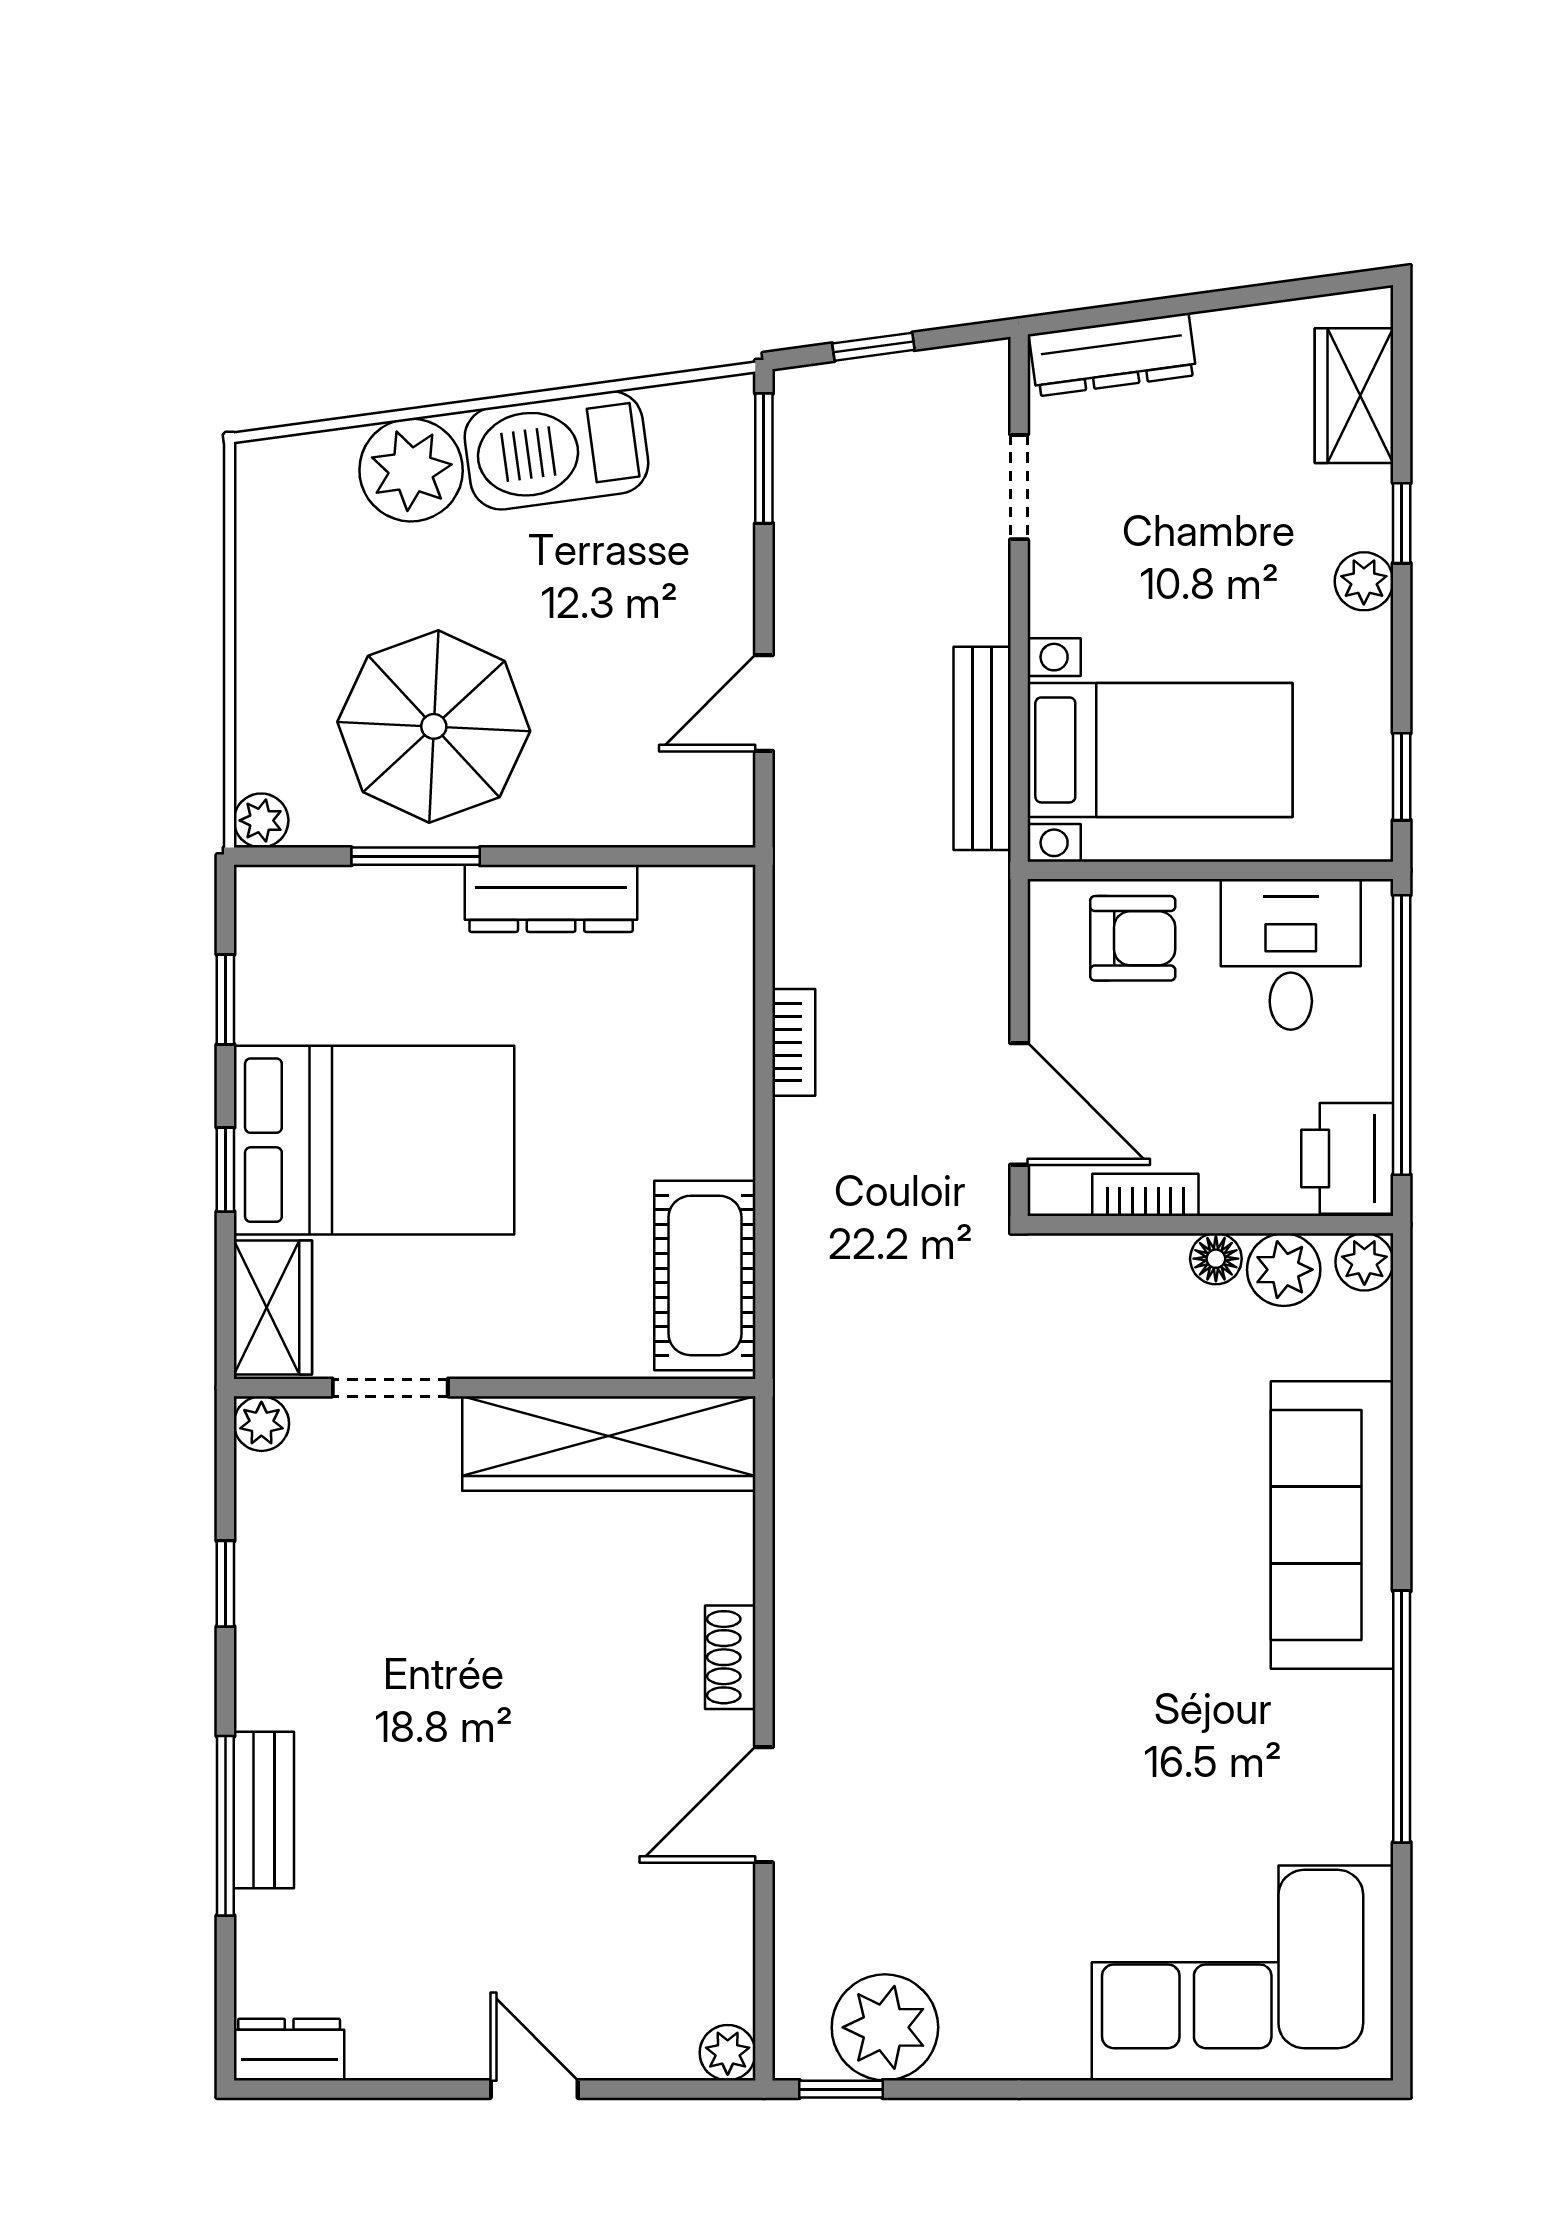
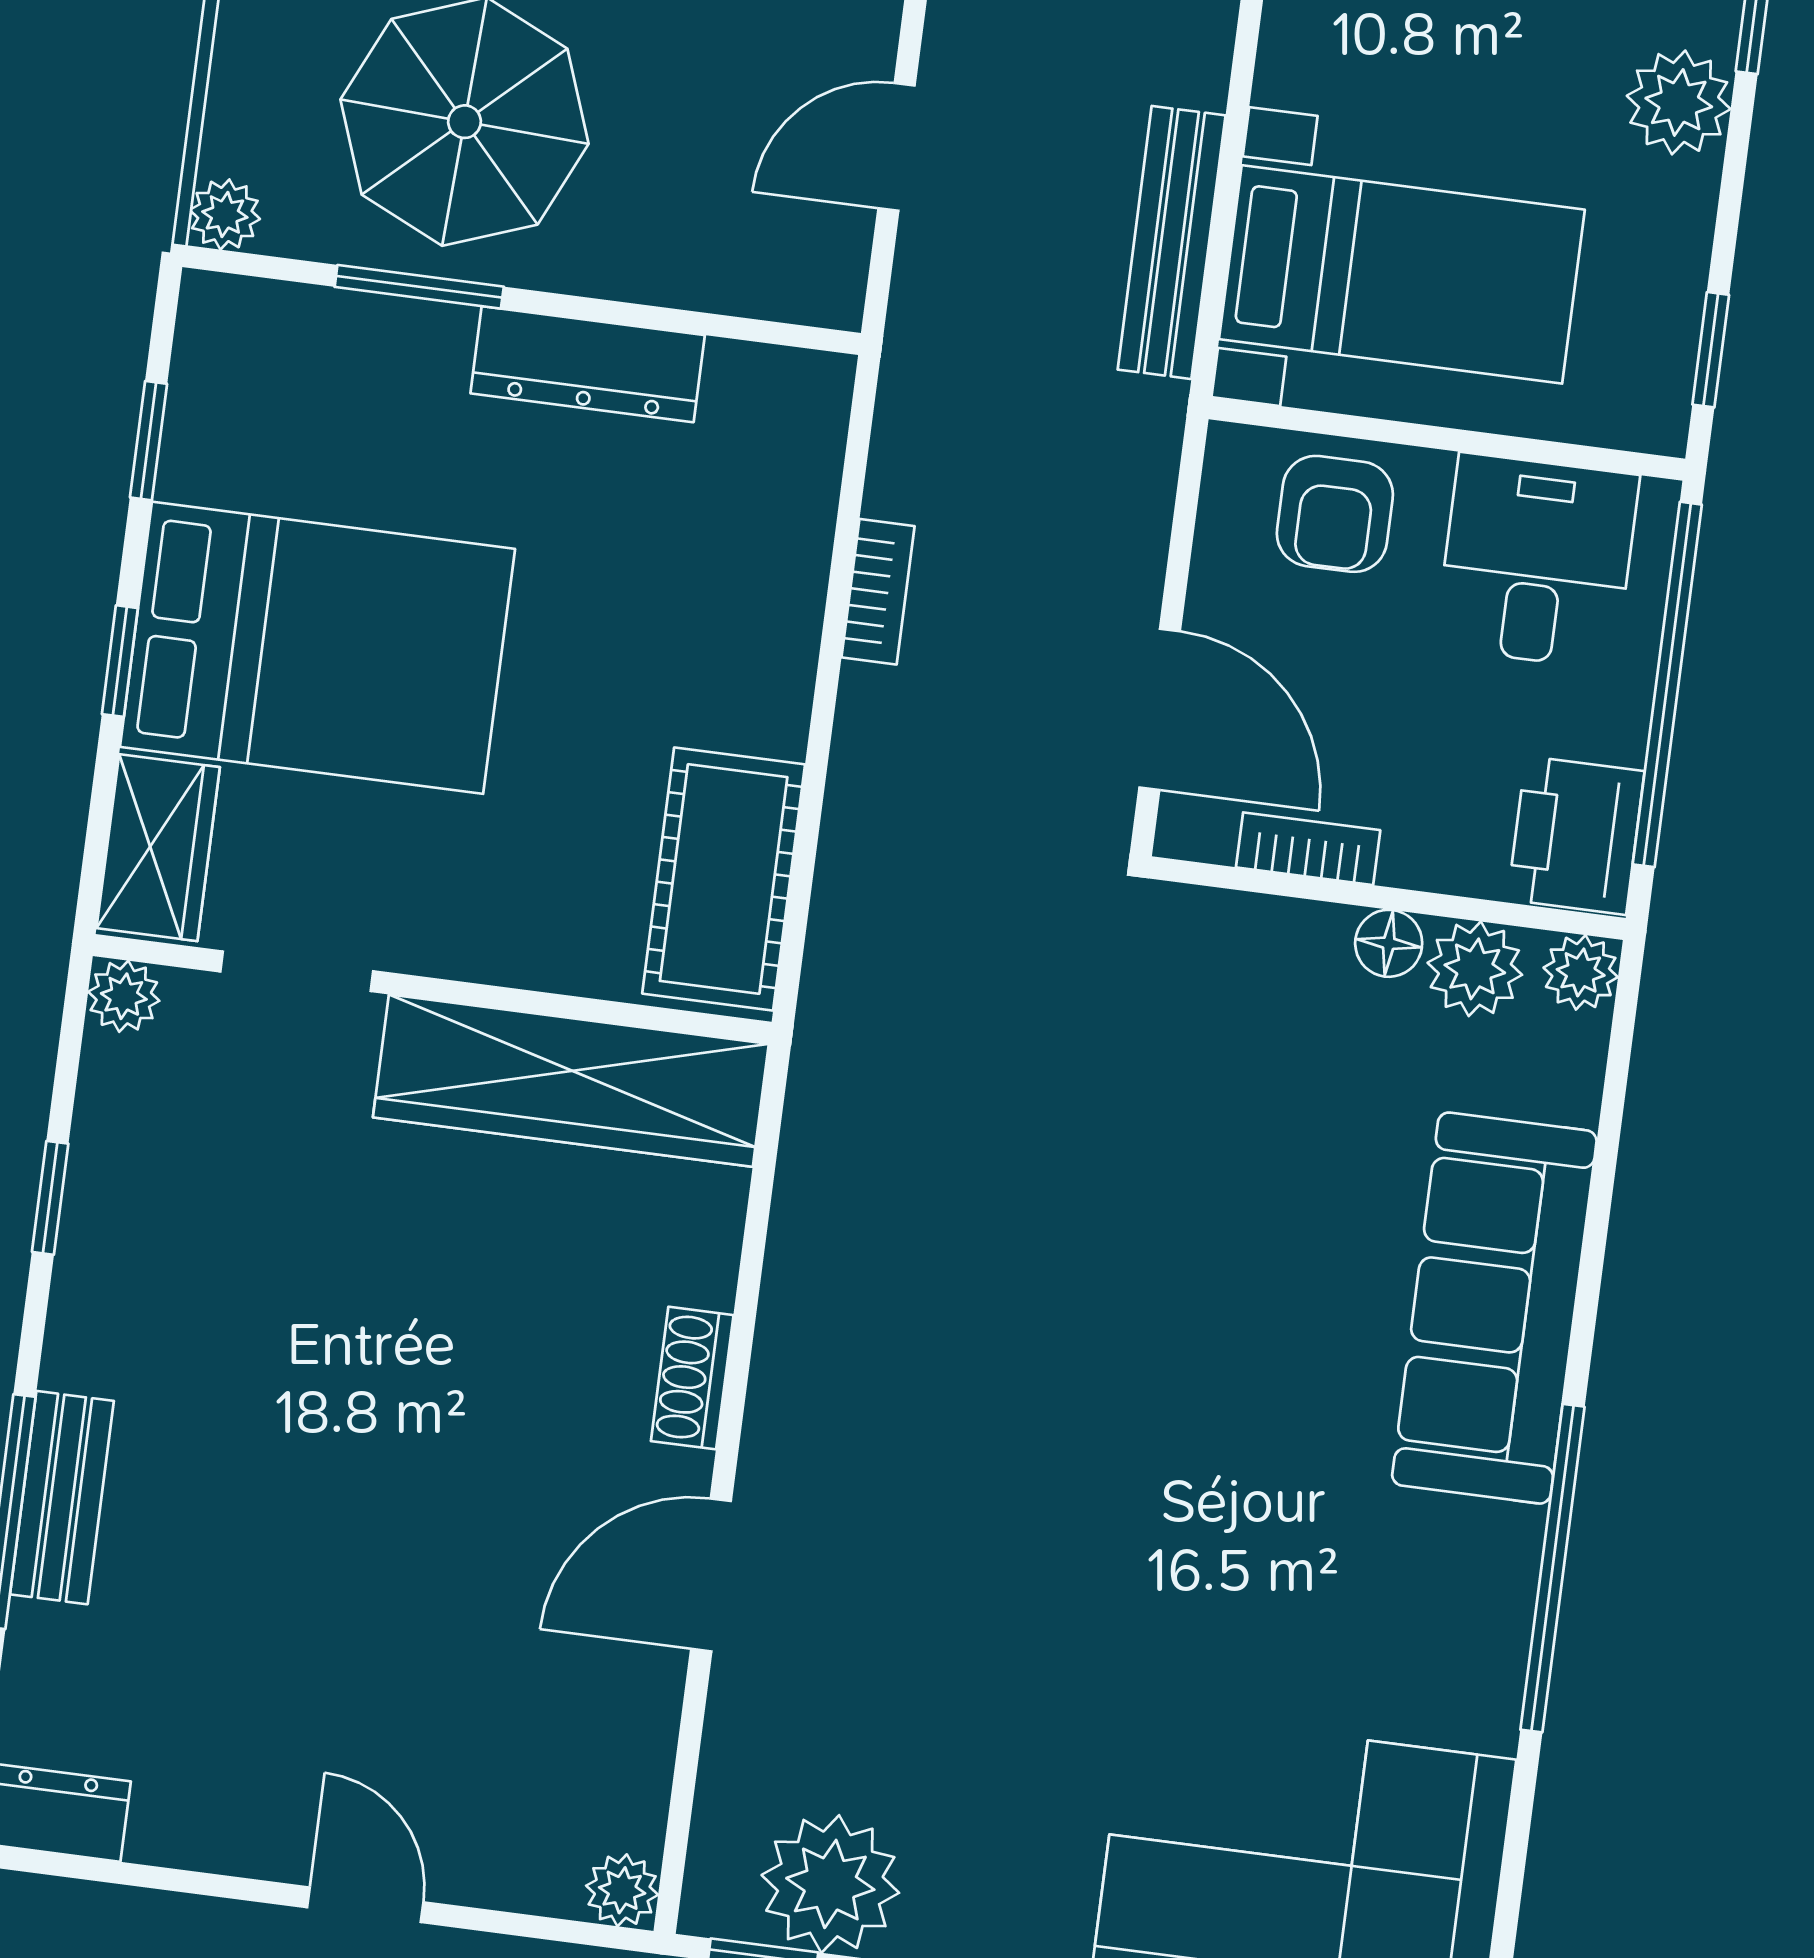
plant: (1364, 581) -> (1679, 102), width x1.38, depth x1.38
armchair: (1133, 938) -> (1335, 514), turned 90

